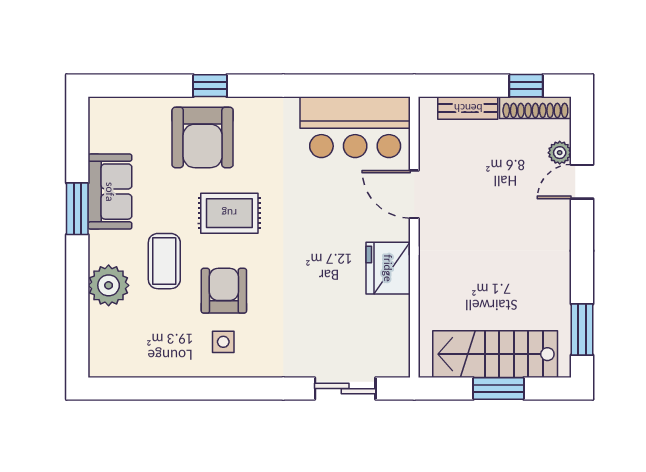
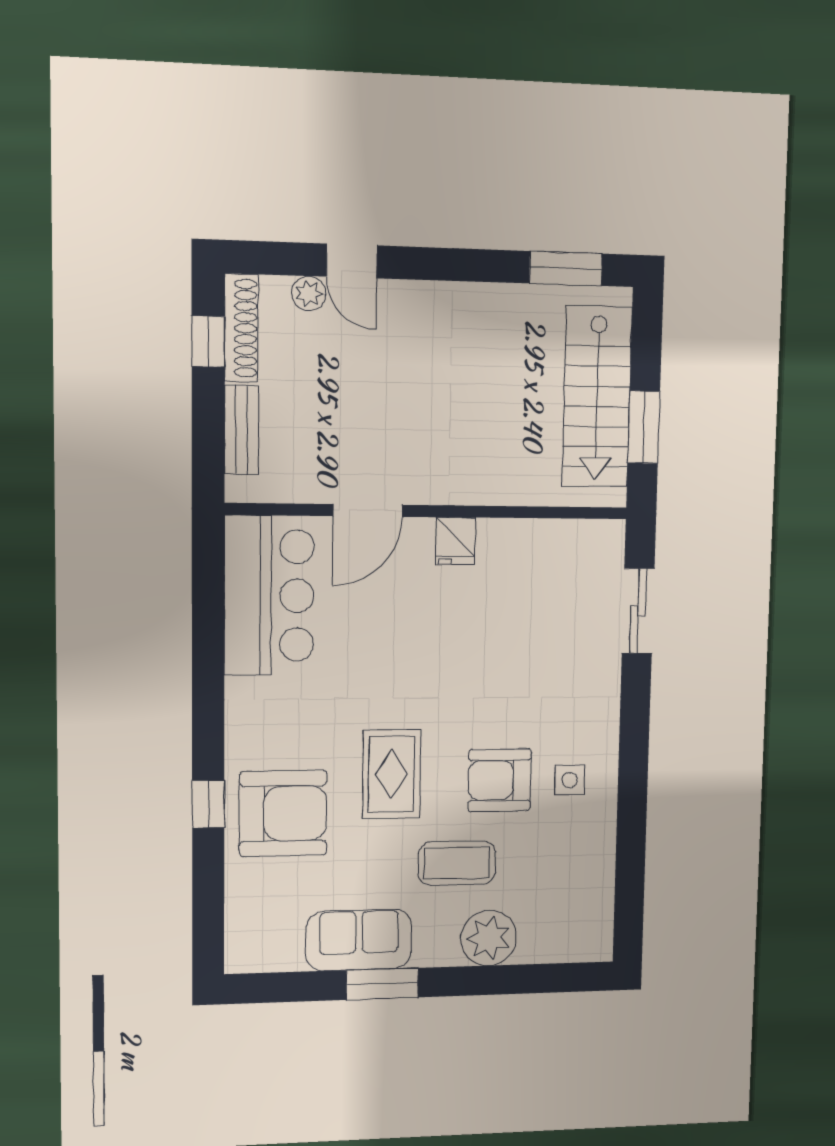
fridge: (388, 268) -> (455, 541), width x0.53, depth x0.75
window: (499, 389) -> (644, 427), moved

